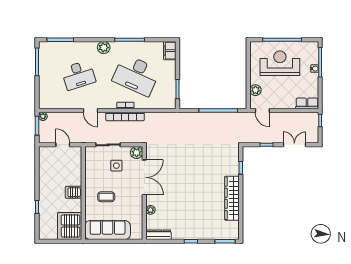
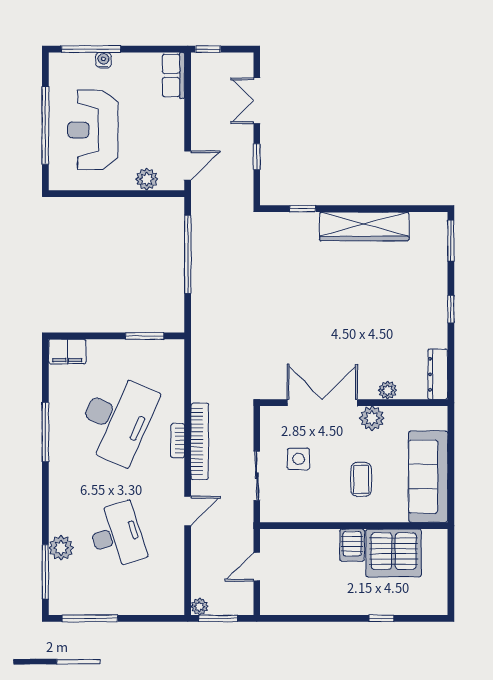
plant: (104, 48) -> (61, 548), moved
plant: (137, 153) -> (372, 418), moved
server rack: (70, 226) -> (394, 553), moved

